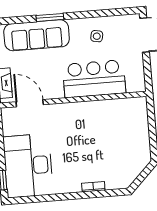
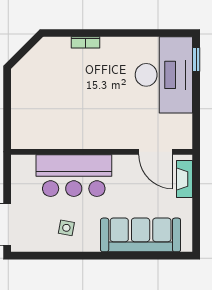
window: (50, 17) -> (122, 256), removed

